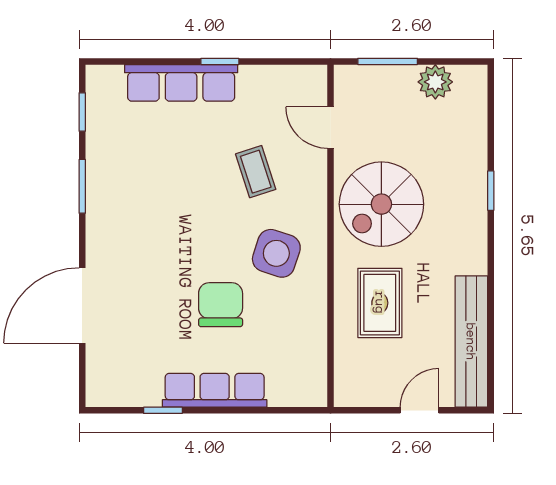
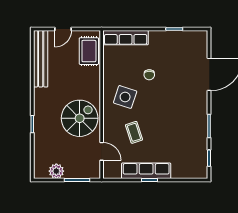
row of seats: (181, 83) -> (146, 171), moved
rug: (380, 303) -> (89, 51), moved
chair: (221, 305) -> (149, 75), width x0.54, depth x0.54
row of seats: (215, 390) -> (126, 38), moved

